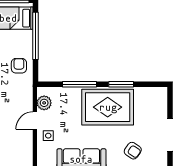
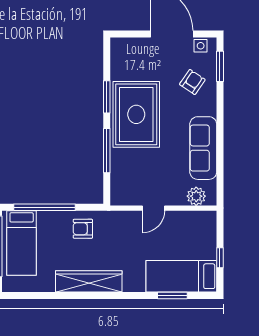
plant: (44, 103) -> (196, 196), moved
door: (35, 120) -> (153, 208), hinge flipped
side table: (48, 136) -> (201, 46), moved

